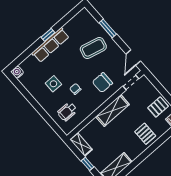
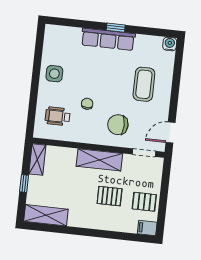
window: (108, 28) -> (176, 81), removed
coffee table: (93, 48) -> (144, 84), turned 76
water cooler: (17, 72) -> (170, 44), moved
side table: (53, 84) -> (54, 74), moved
pallet: (145, 134) -> (110, 196), moved, turned 90

